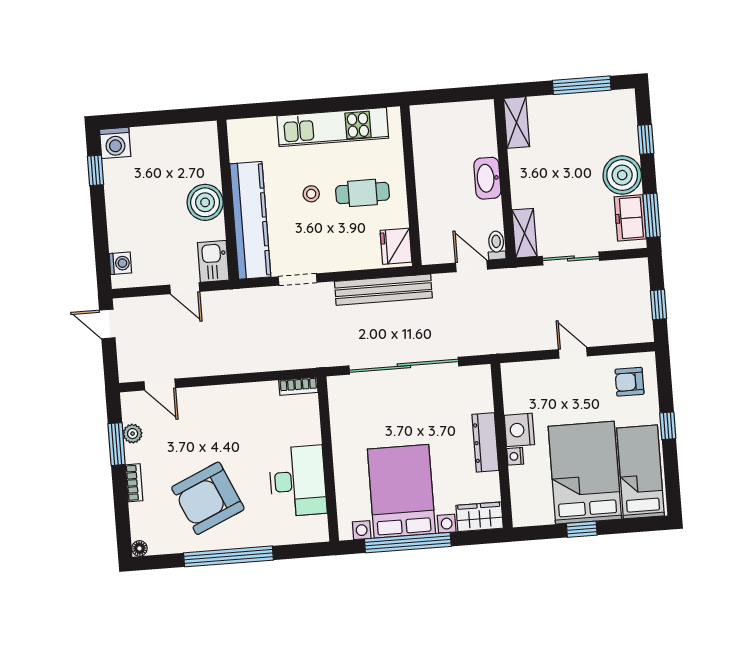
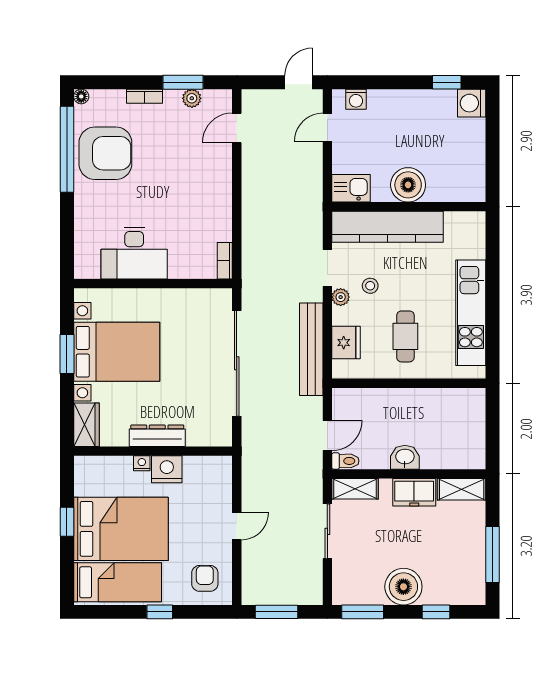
washbasin: (487, 178) -> (405, 457), width x0.72
stool: (311, 194) -> (370, 286), moved
freezer: (630, 218) -> (414, 492), moved, turned 180
fridge: (396, 246) -> (346, 343), moved, turned 90
plant: (327, 263) -> (341, 297), added
door: (185, 288) -> (327, 127), moved
window: (658, 305) -> (277, 612), width x1.50
armchair: (208, 498) -> (105, 153), moved, turned 114
window: (408, 543) -> (67, 354), width x0.47
window: (228, 556) -> (67, 149), moved

